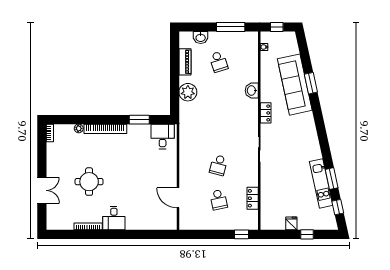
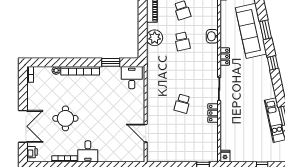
window: (319, 120) -> (273, 63), added
double door: (42, 190) -> (23, 126), width x1.37
locker: (253, 198) -> (213, 113), moved
school desk: (219, 200) -> (182, 41), moved
printer: (52, 219) -> (32, 152), added
fridge: (291, 223) -> (225, 156), moved

